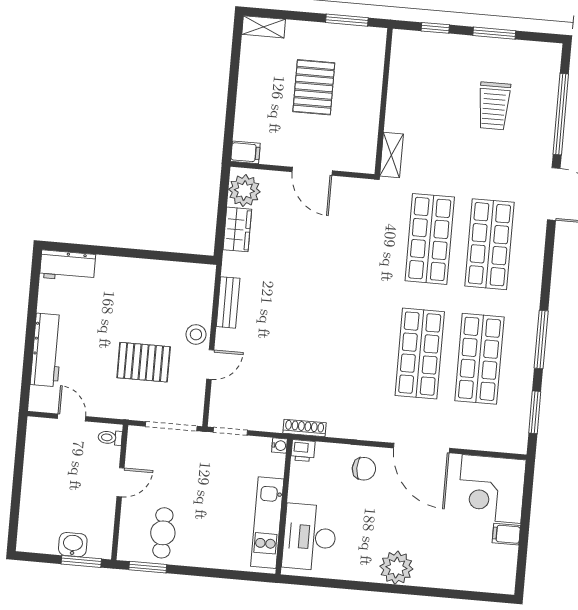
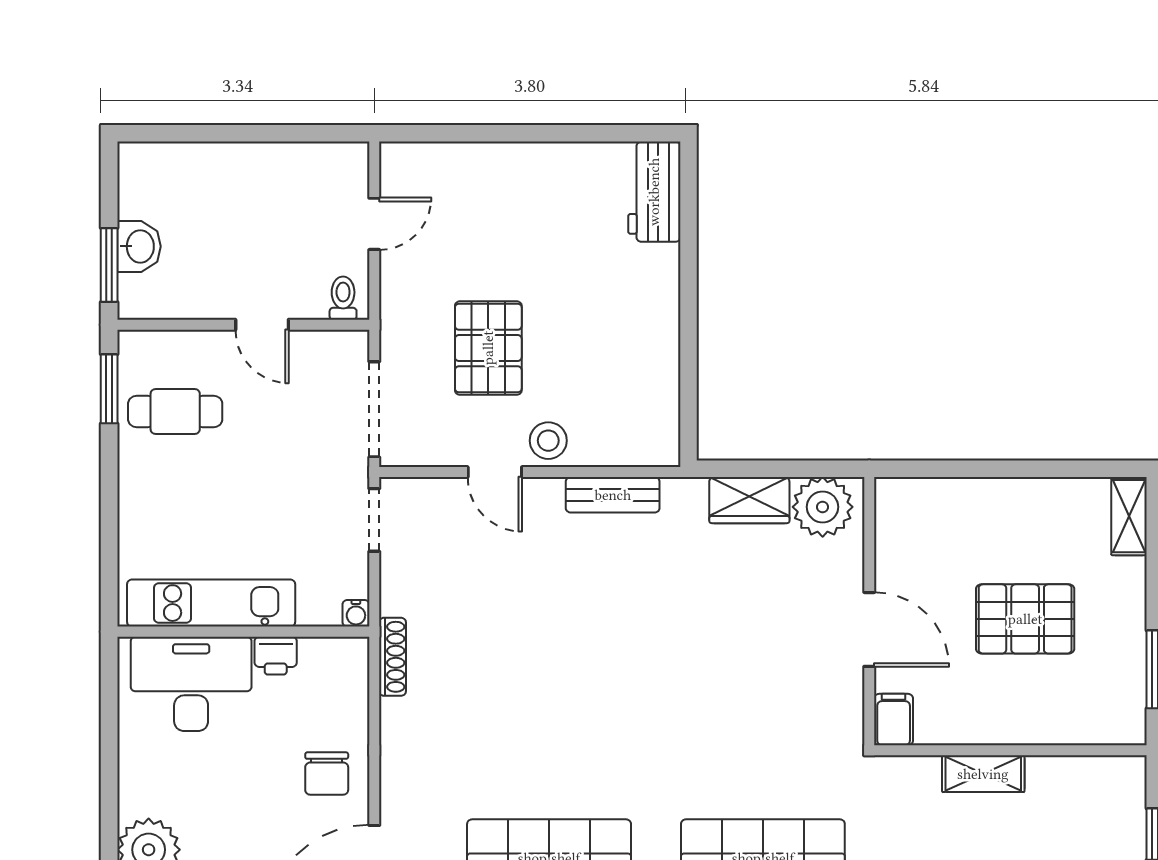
filing cabinet: (245, 152) -> (894, 720), moved, turned 180
shelving: (391, 155) -> (983, 774), moved
door: (312, 171) -> (869, 629), swing flipped
workbench: (47, 350) -> (495, 167), removed
printer: (303, 451) -> (276, 656), moved, turned -90

